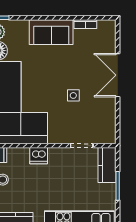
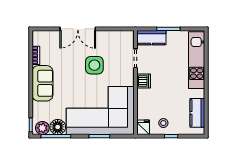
side table: (73, 95) -> (94, 65), width x1.87, depth x1.87
dishwasher: (39, 156) -> (144, 81), moved

